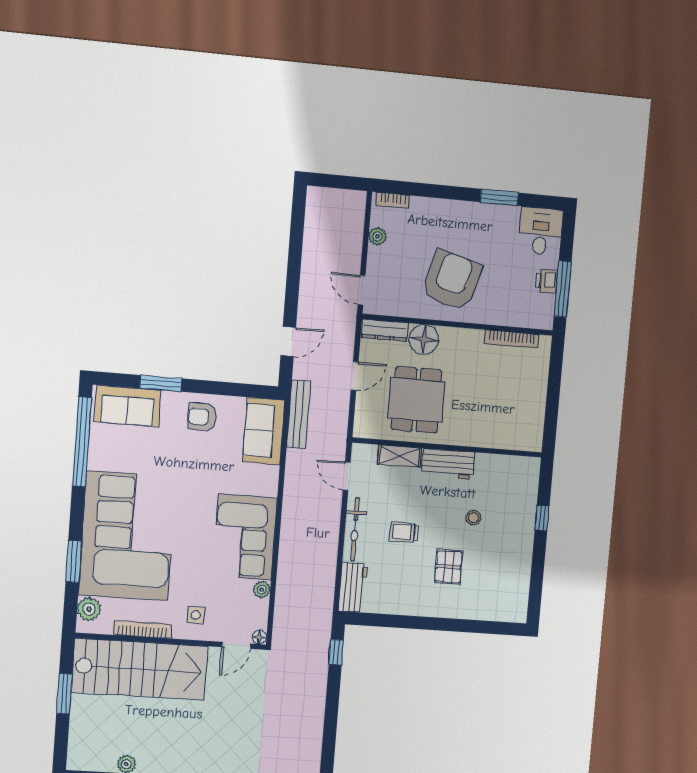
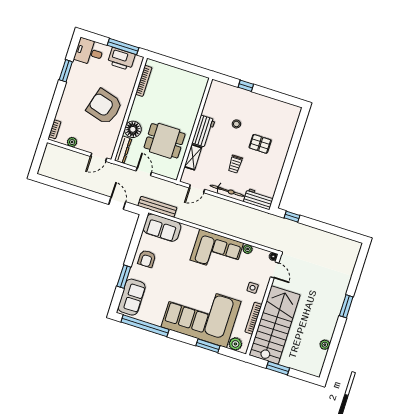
printer: (547, 281) -> (121, 59), width x1.87, depth x1.48

